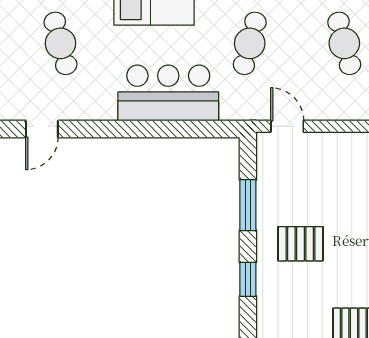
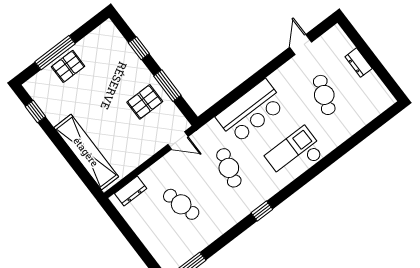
cafe table: (60, 43) -> (324, 95), turned 36
pallet: (301, 244) -> (145, 102), moved

